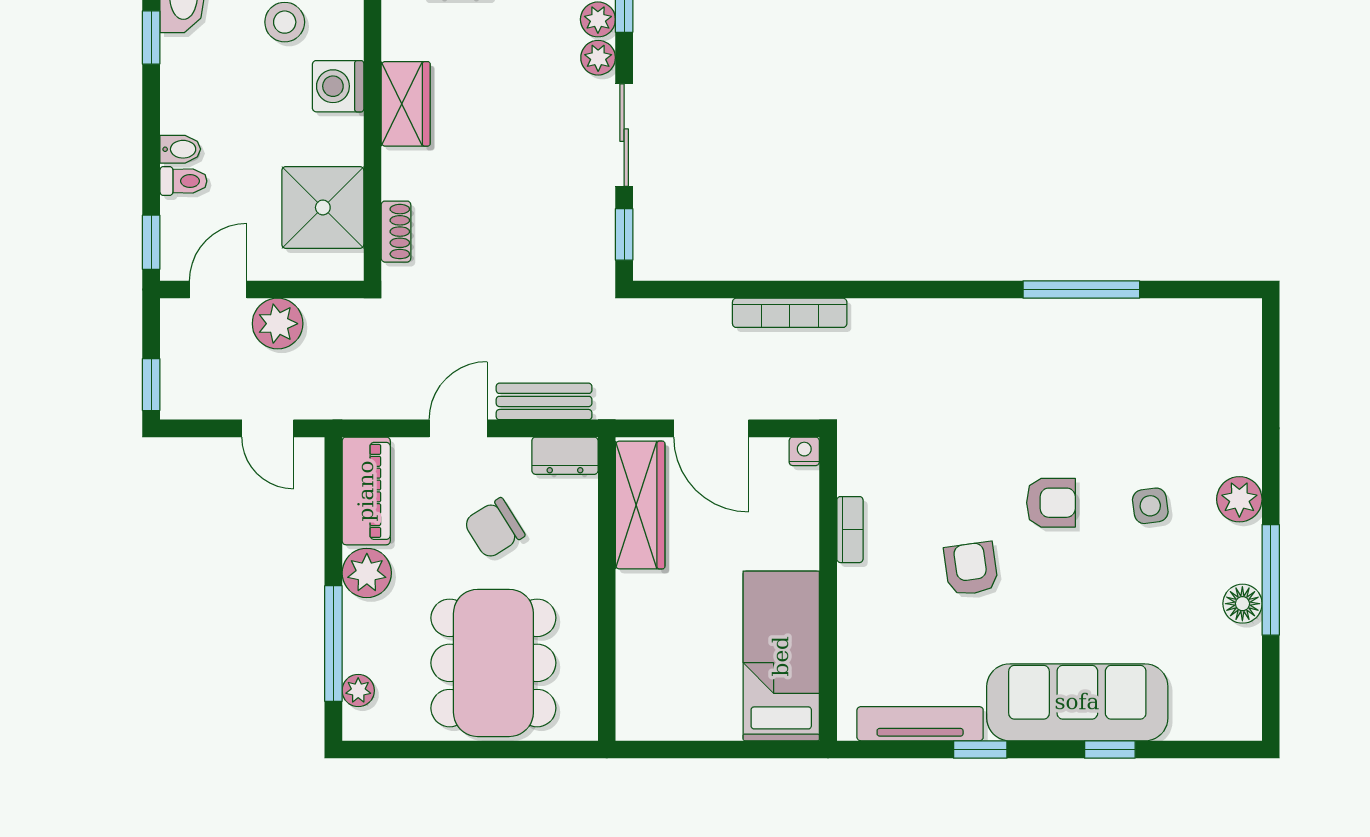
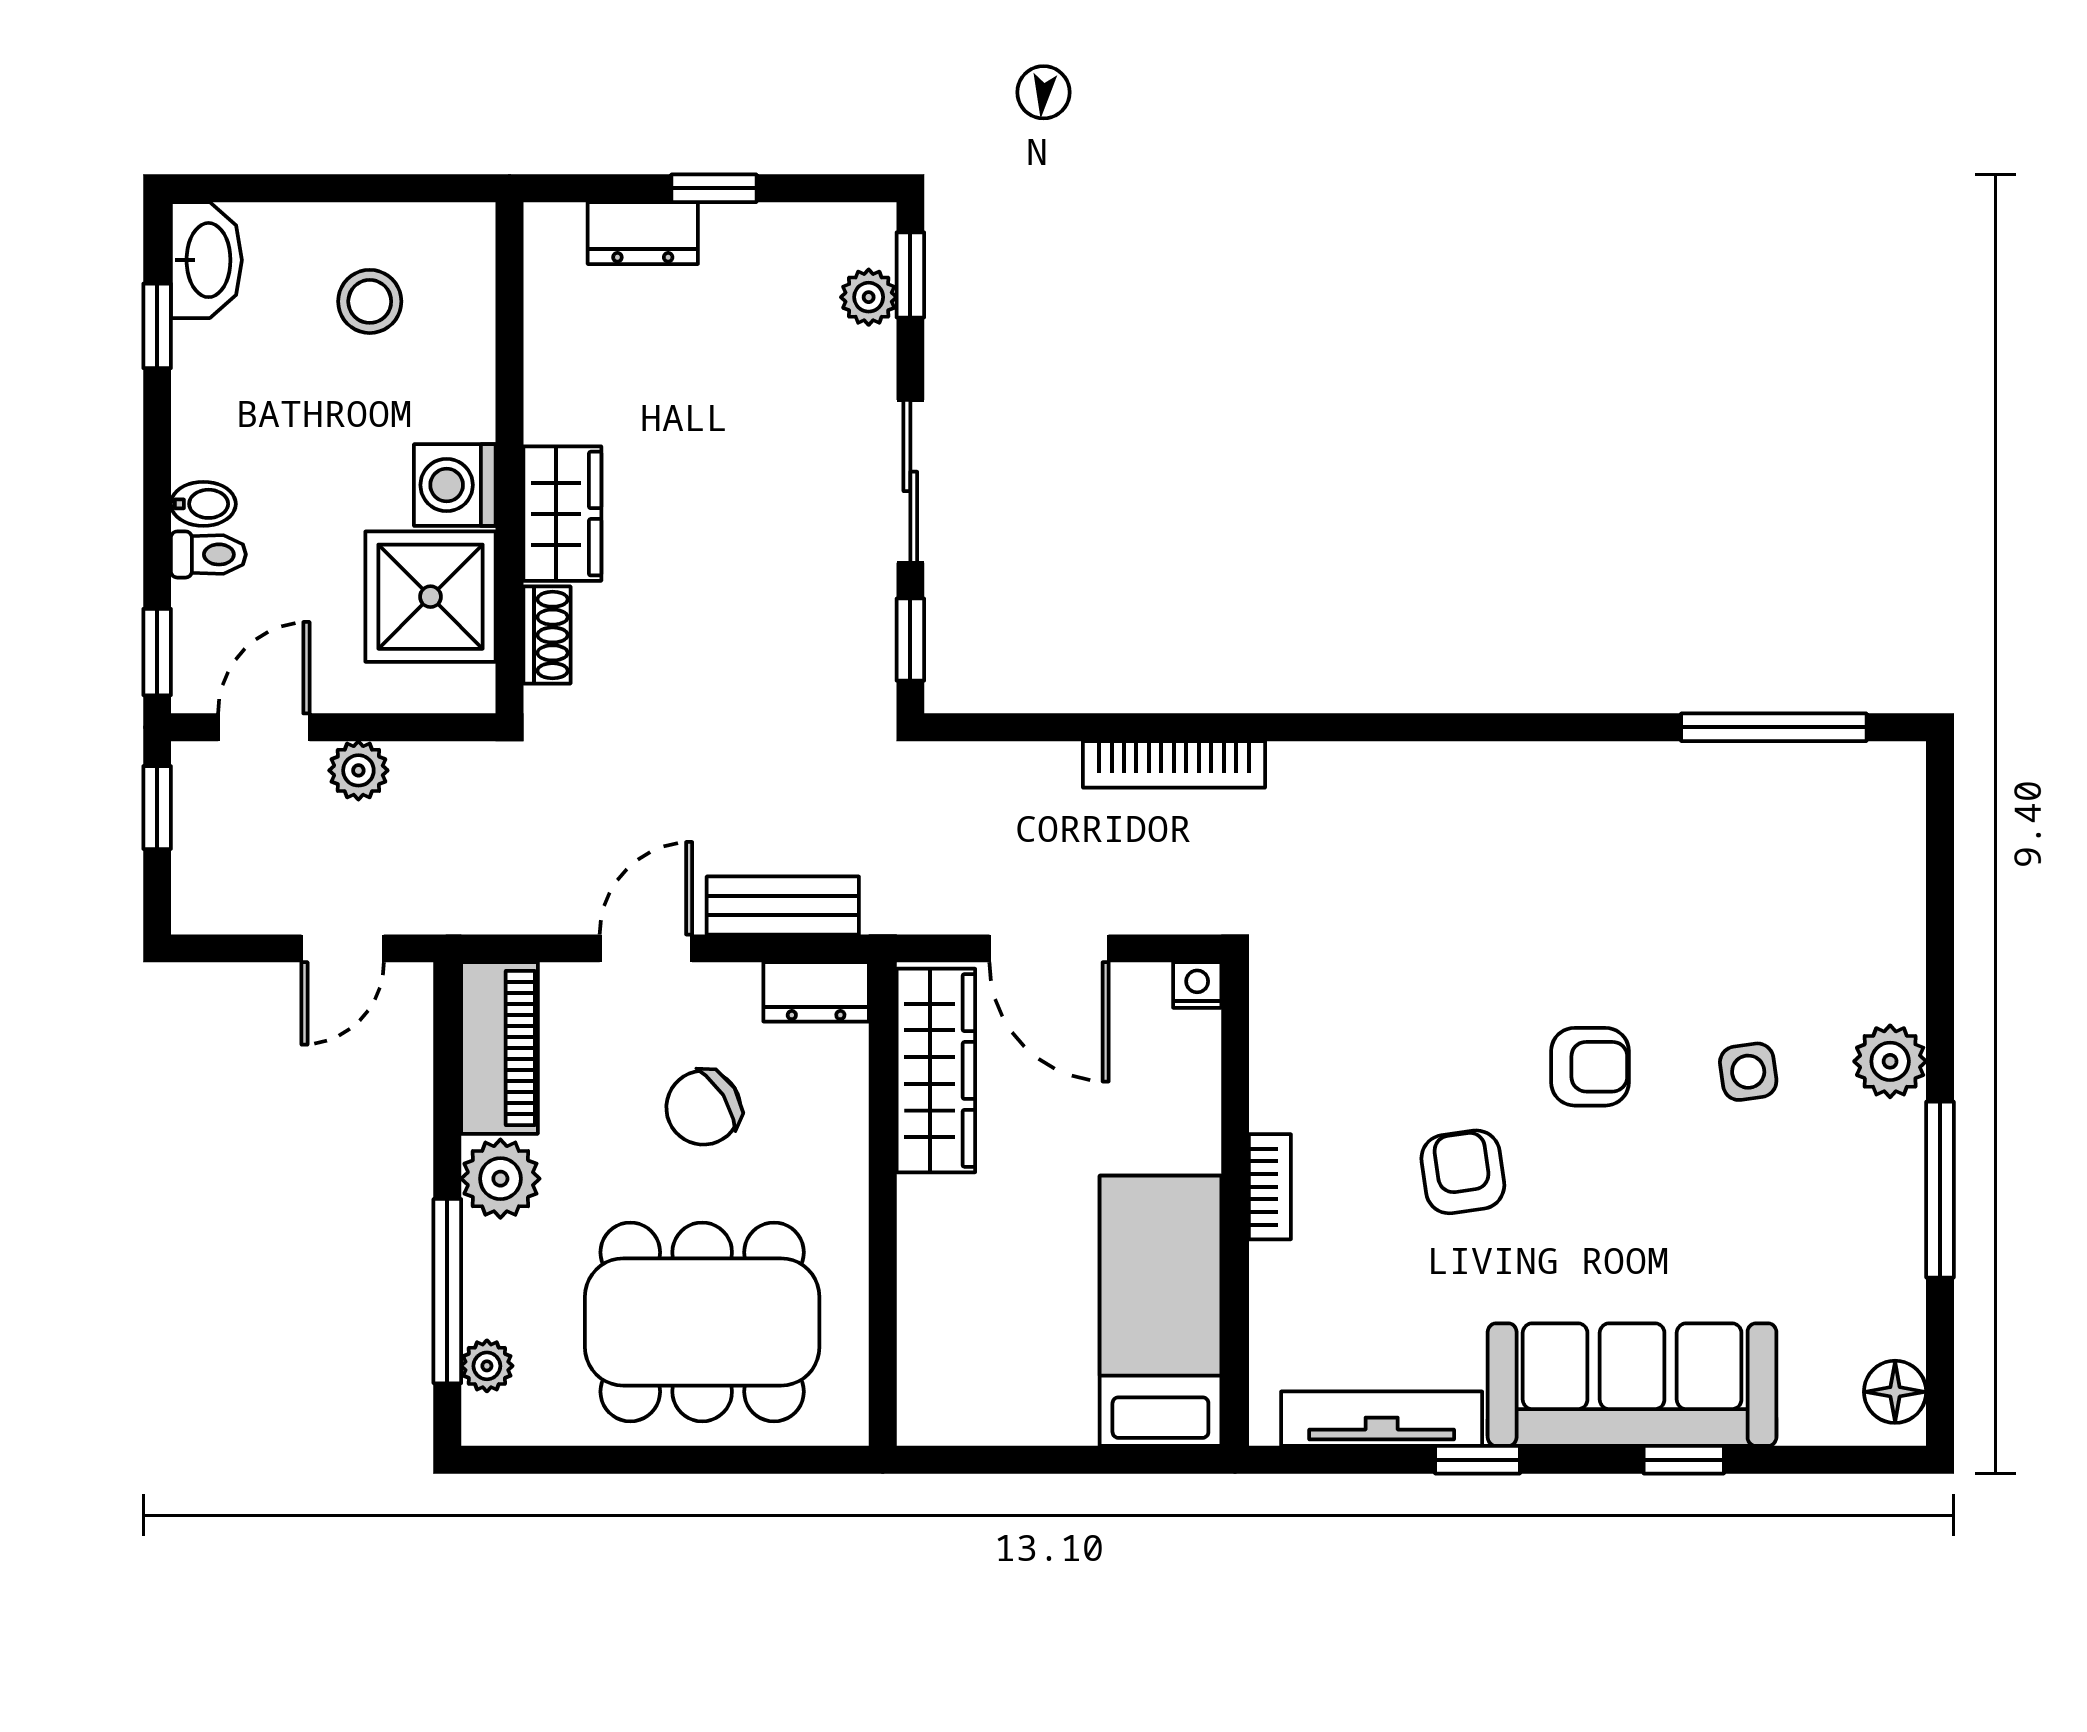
plant: (598, 58) -> (869, 358), removed
washing machine: (338, 86) -> (455, 485), moved
wardrobe: (406, 104) -> (562, 514), moved
window: (1081, 290) -> (1774, 727), moved
plant: (278, 324) -> (358, 770), width x0.73, depth x0.73
window: (151, 385) -> (157, 808), moved
door: (268, 428) -> (343, 948), hinge flipped
bookcase: (850, 530) -> (1270, 1187), moved
floor lamp: (1242, 604) -> (1895, 1392), moved
dining table: (493, 663) -> (702, 1322), turned 90

